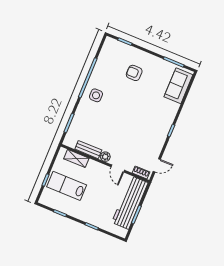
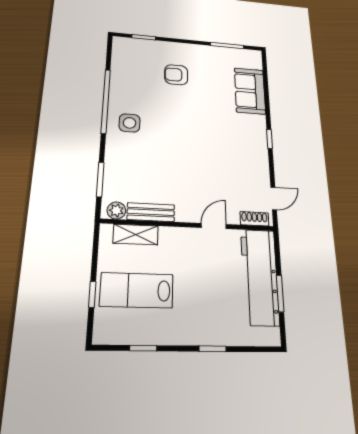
sofa: (178, 86) -> (250, 91), moved
plant: (105, 157) -> (116, 210), moved
door: (118, 168) -> (214, 226), swing flipped

